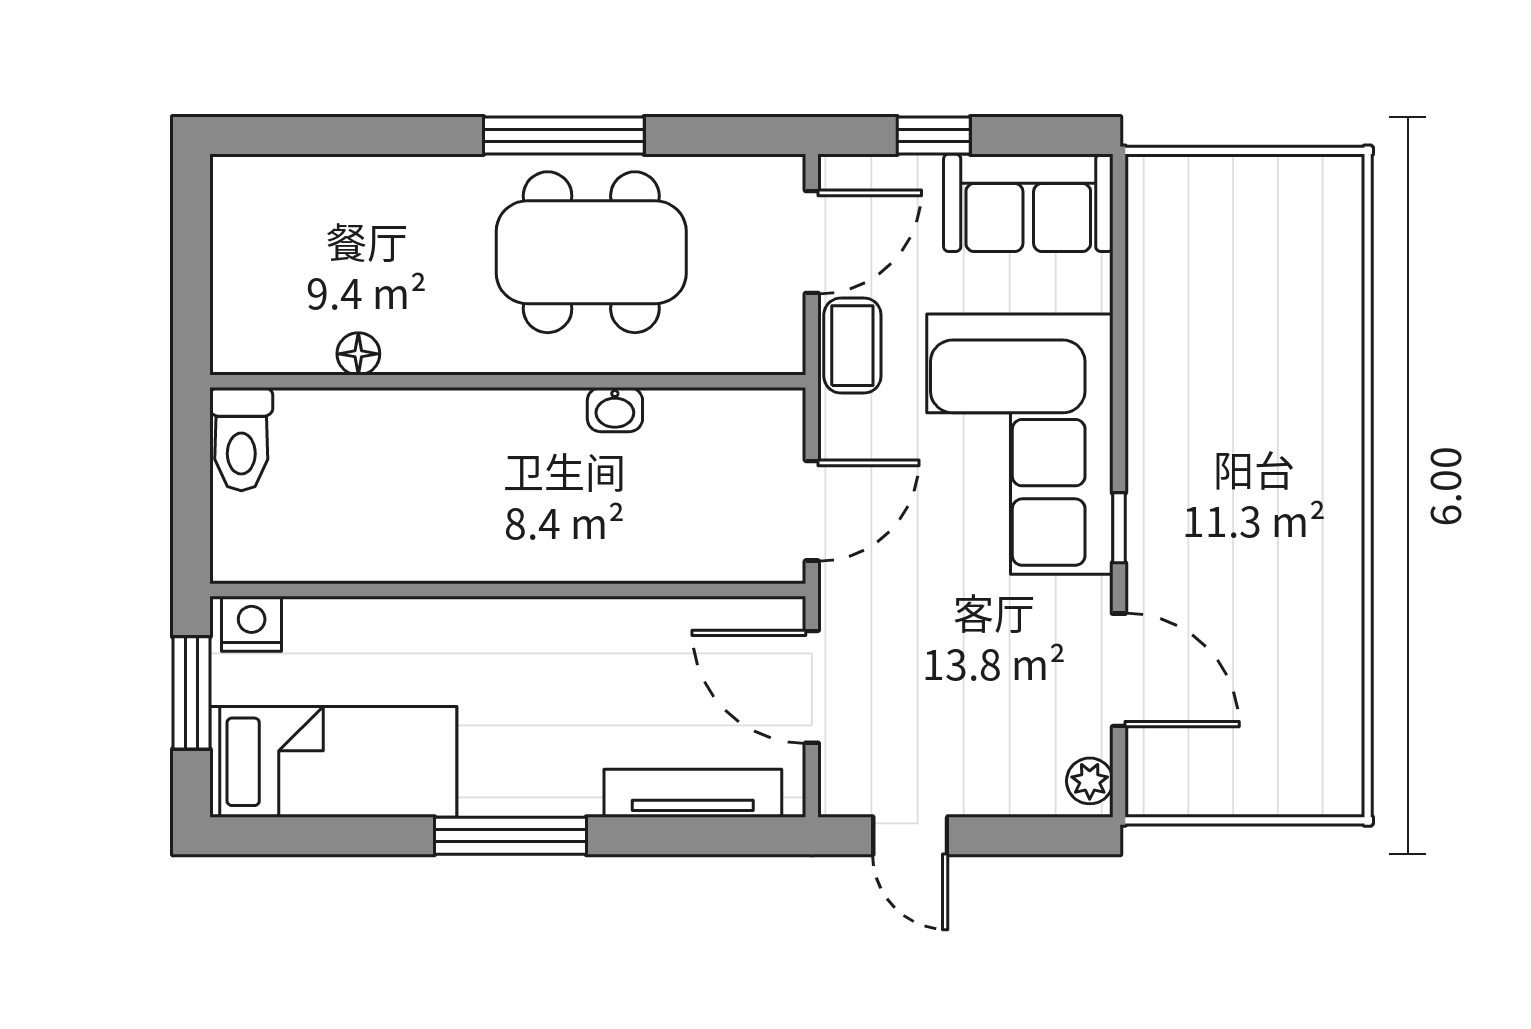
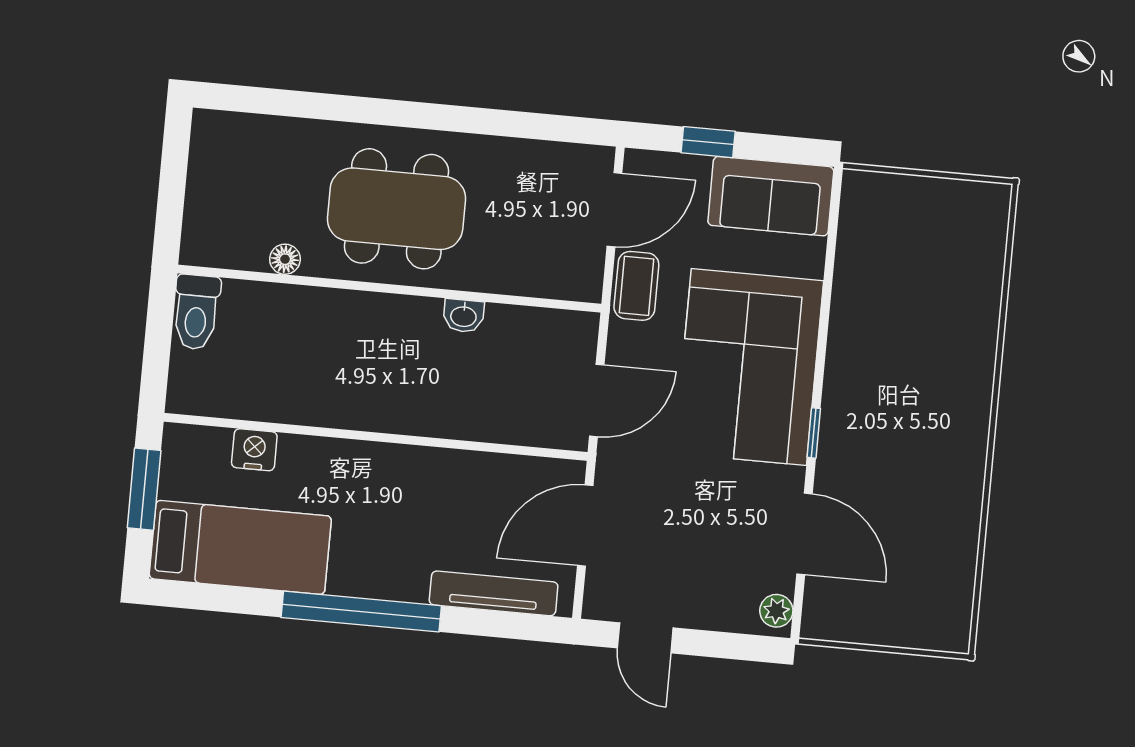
window: (564, 136) -> (445, 118), removed
dining table: (591, 252) -> (396, 209), moved
nightstand: (252, 624) -> (254, 450), moved
door: (812, 687) -> (585, 526), hinge flipped
window: (510, 836) -> (361, 612), width x1.46

